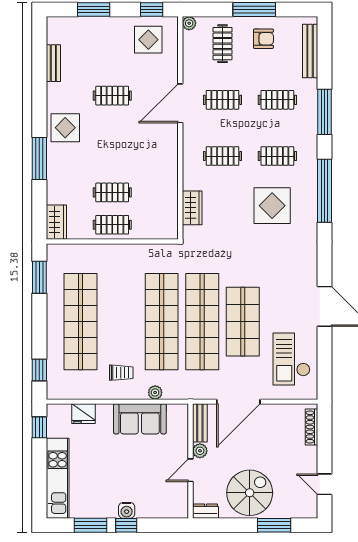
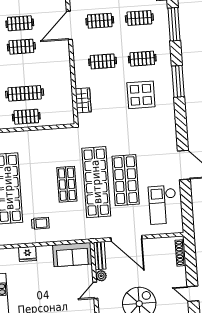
clothes rail: (112, 128) -> (21, 47), added
window: (324, 191) -> (178, 81), width x0.68
clothes rail: (112, 192) -> (25, 93), width x1.36
shop shelf: (162, 322) -> (67, 184), width x0.50, depth x0.74
plant: (155, 392) -> (66, 236), removed
door: (238, 402) -> (126, 238), hinge flipped
fridge: (84, 414) -> (28, 254), moved
sofa: (140, 419) -> (72, 255), moved

